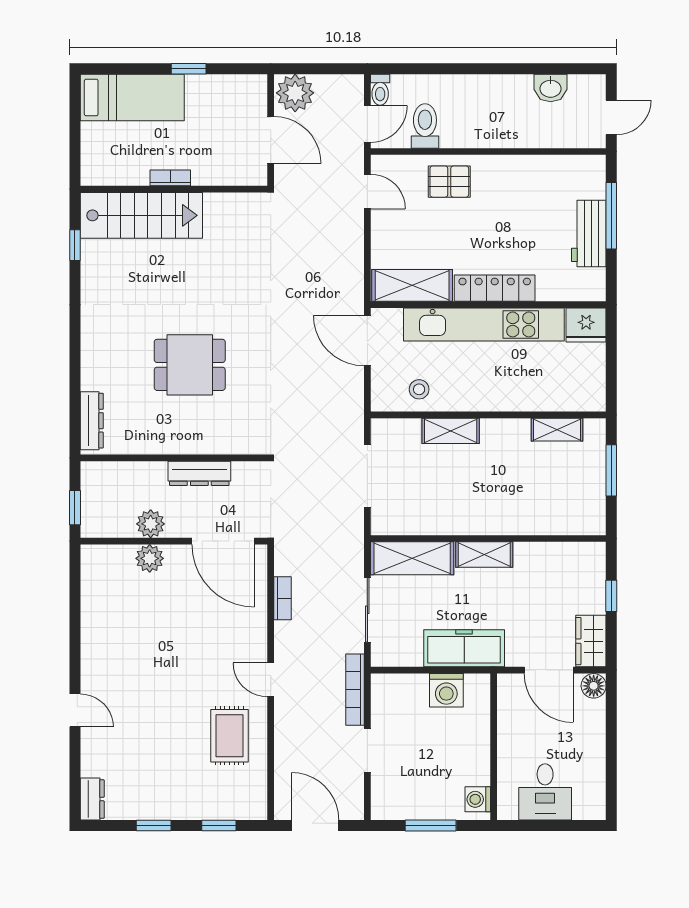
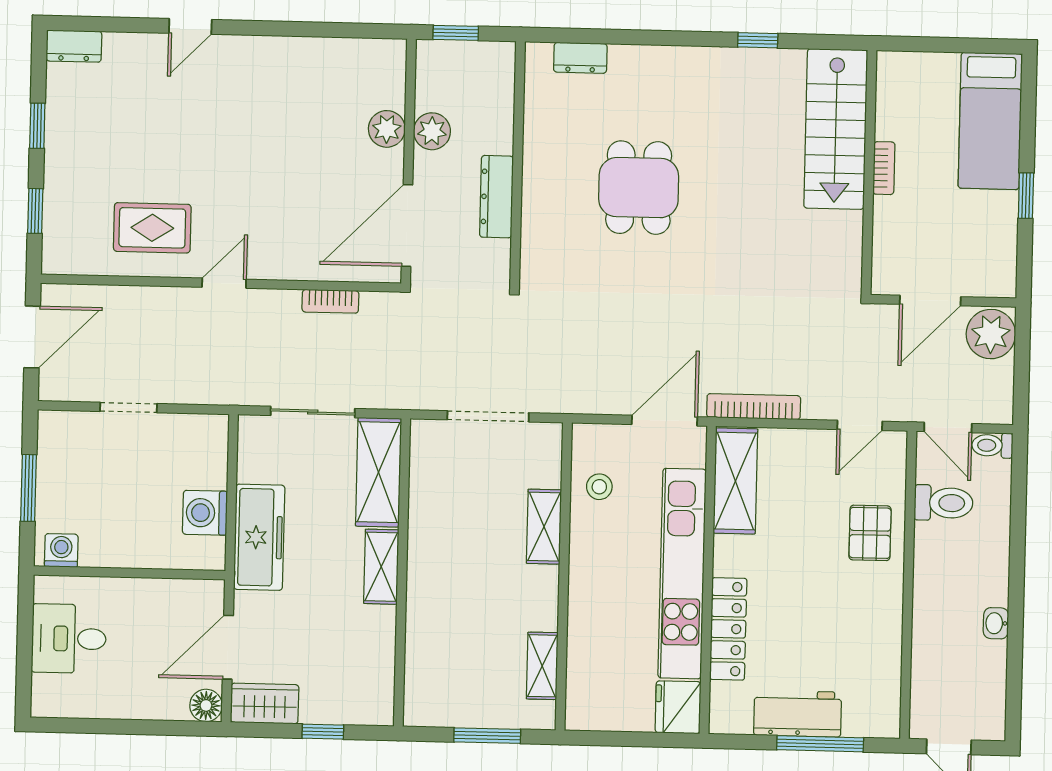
washbasin: (551, 88) -> (996, 623), moved, width x0.72, depth x0.69
window: (75, 245) -> (758, 40), moved
locker: (495, 288) -> (728, 629), moved
dresser: (92, 421) -> (580, 58), width x0.70
bookcase: (355, 690) -> (754, 407), moved

